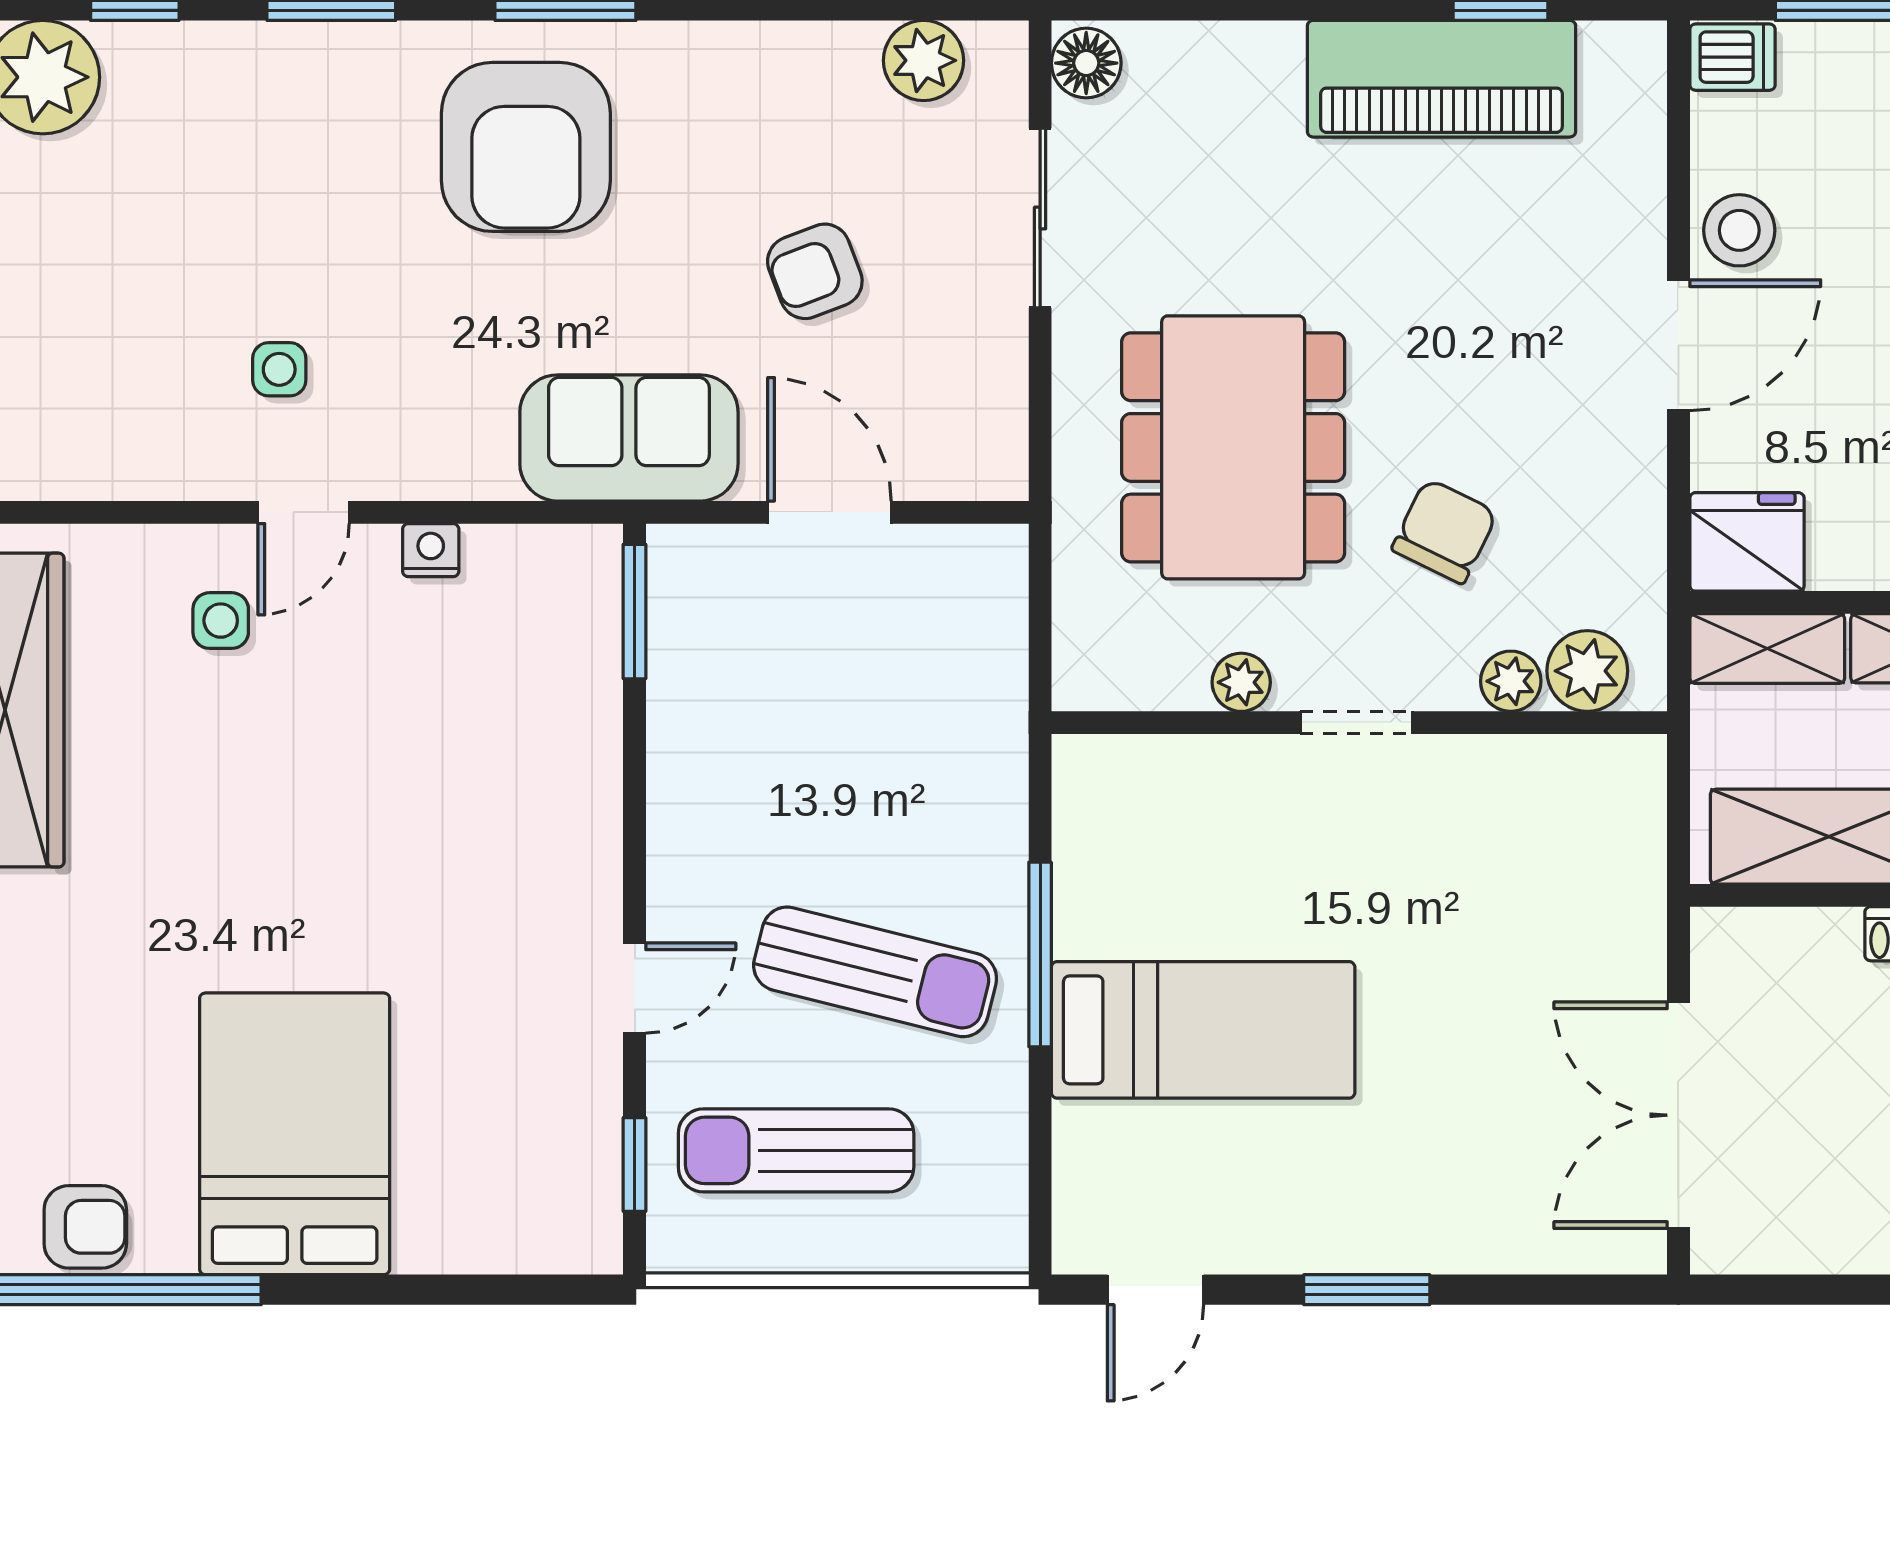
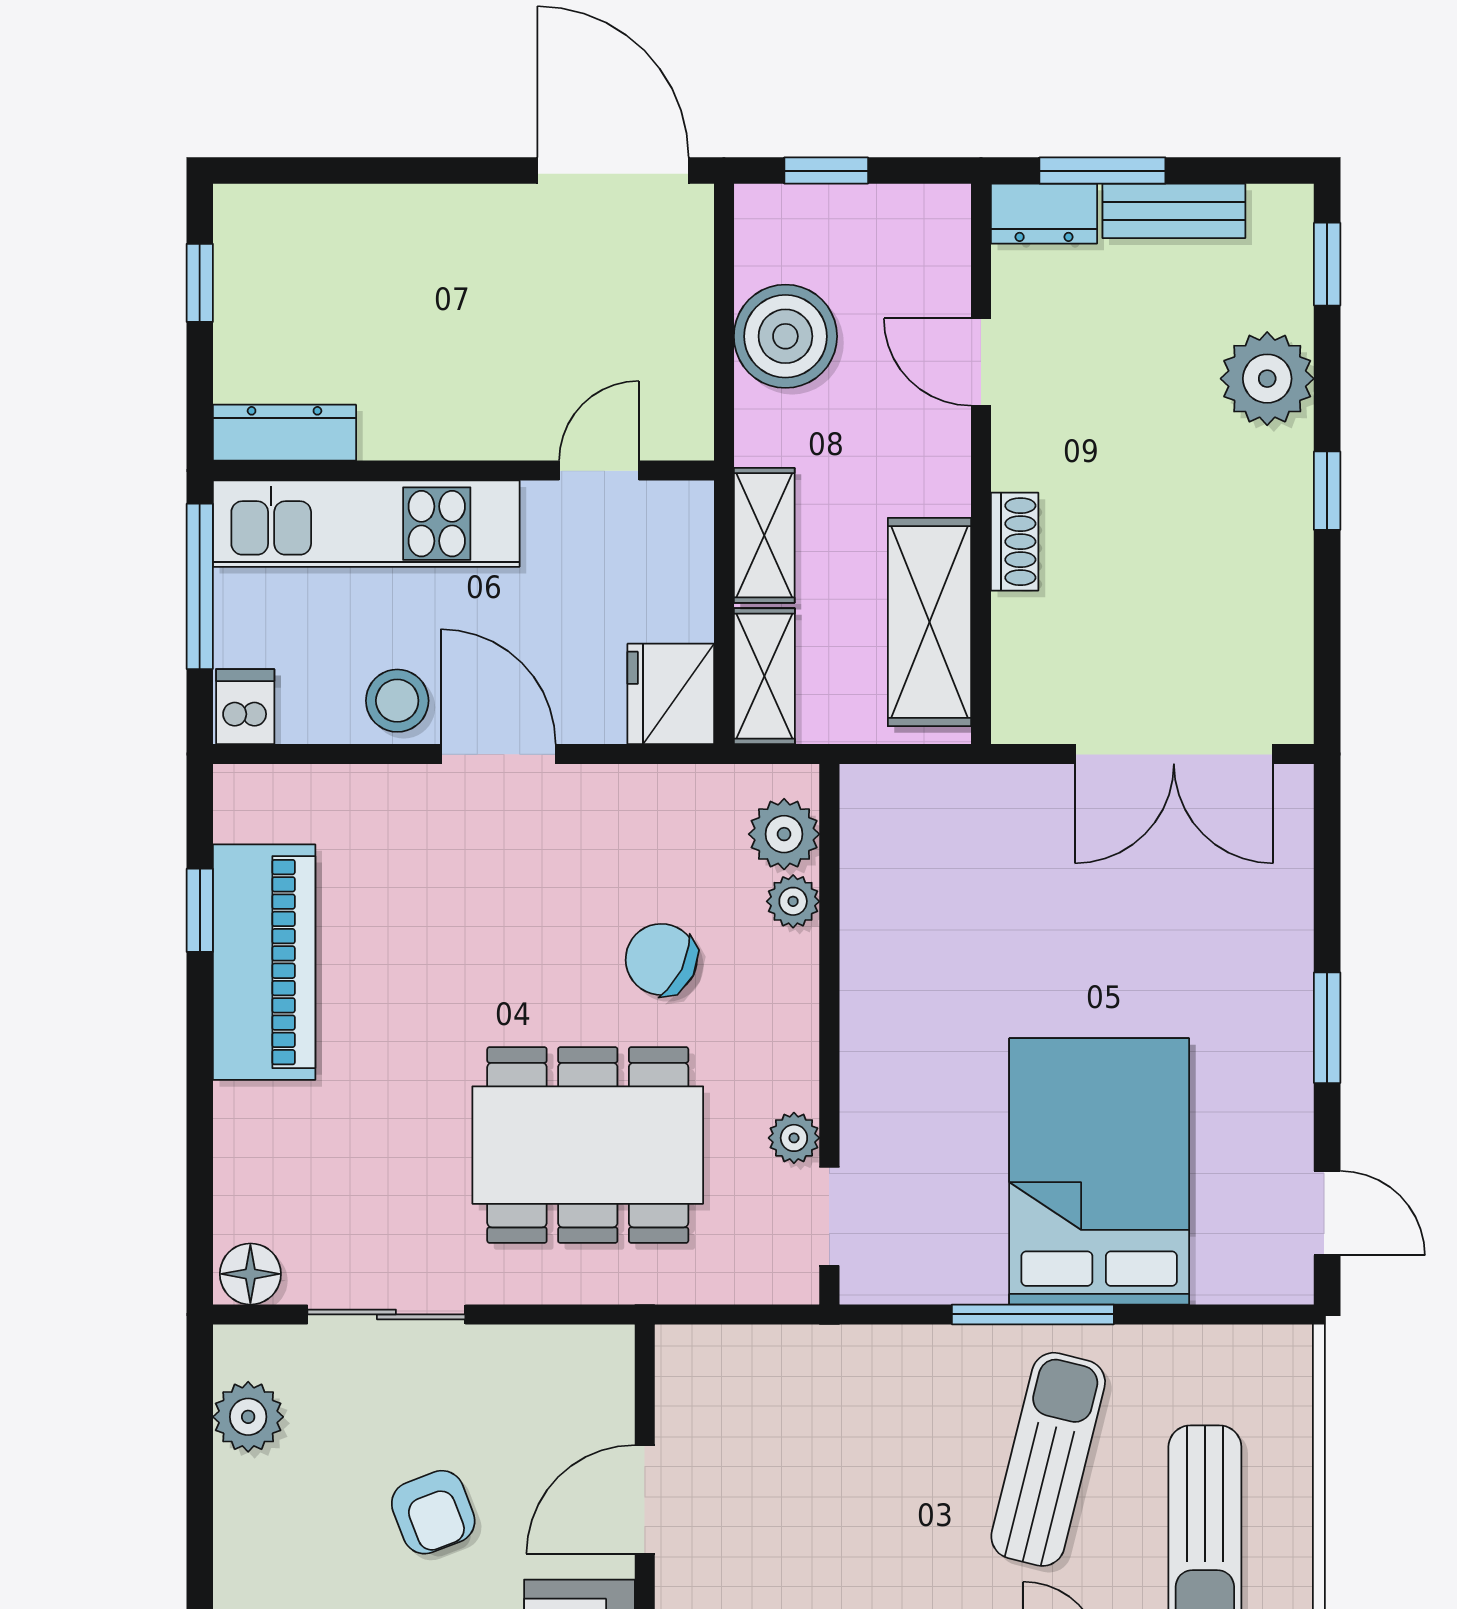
doorway: (1356, 723) -> (829, 1216), moved
bed: (1203, 1030) -> (1099, 1171), width x1.50

